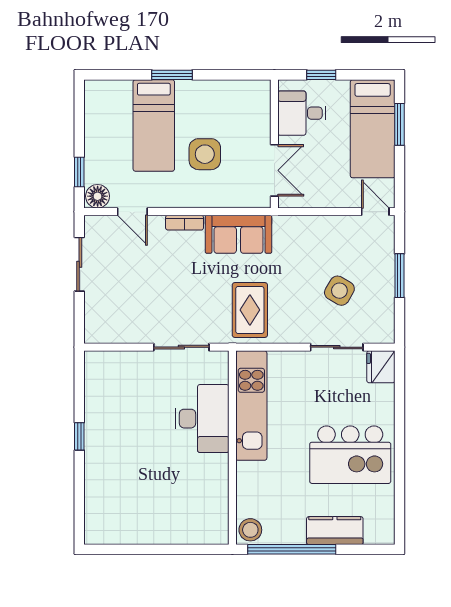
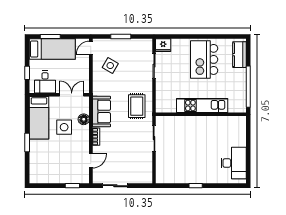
bed: (154, 125) -> (39, 118), moved, turned 90
floor lamp: (98, 196) -> (84, 119), moved
side table: (339, 291) -> (110, 66), moved
rug: (250, 310) -> (137, 106), turned 90
kitchen unit: (251, 406) -> (202, 106), moved
desk: (202, 419) -> (234, 163), moved, turned 90
kitchen island: (350, 455) -> (204, 59), turned 180
stool: (250, 530) -> (239, 106), removed
kitchen counter: (335, 531) -> (239, 55), moved

